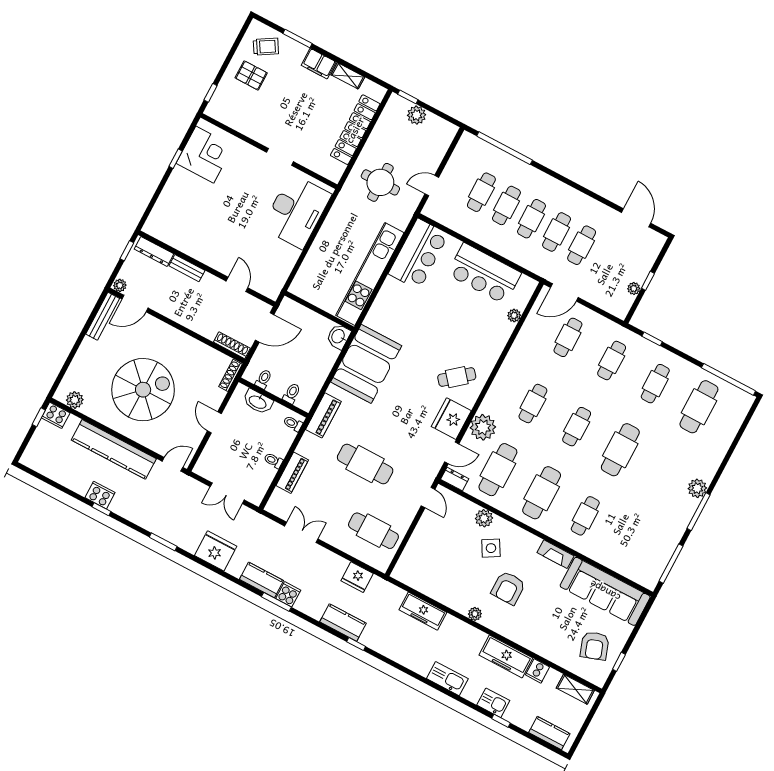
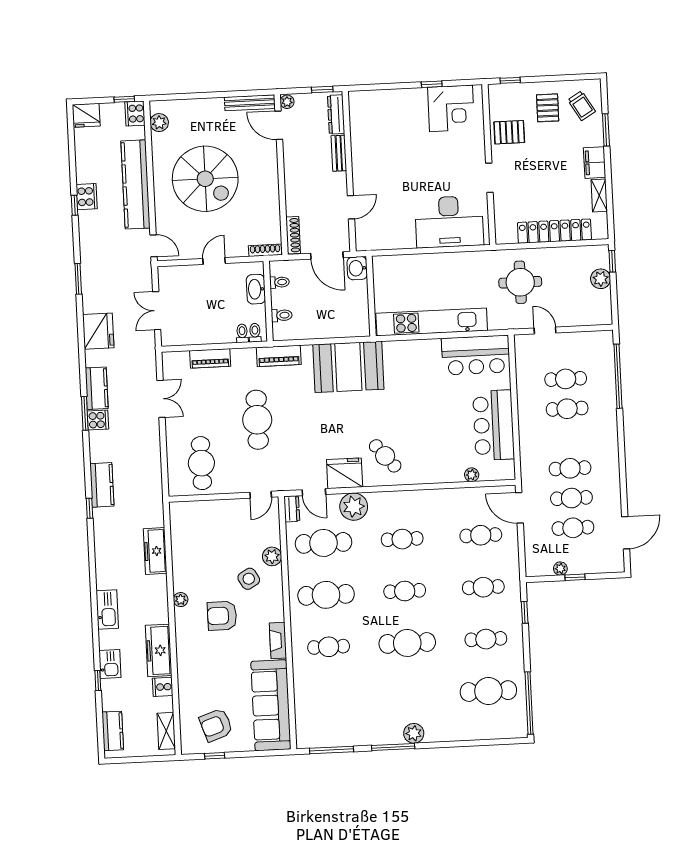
pallet: (252, 119) -> (509, 132), added
cafe table: (532, 219) -> (573, 528), moved
washbasin: (338, 336) -> (357, 268), moved, turned -90
toilet: (273, 461) -> (242, 333), moved
fridge: (357, 577) -> (86, 115), moved, turned -90

